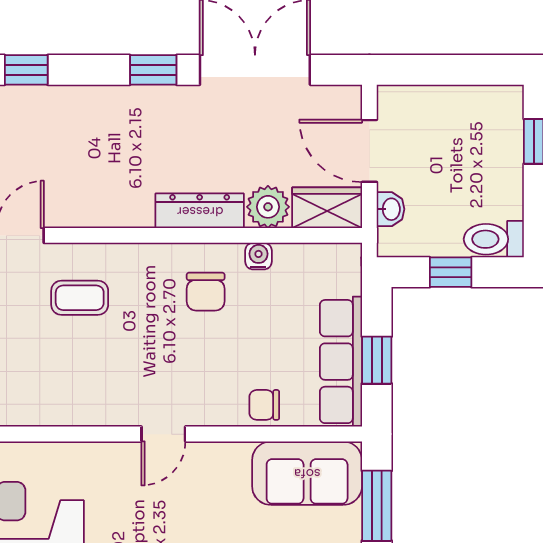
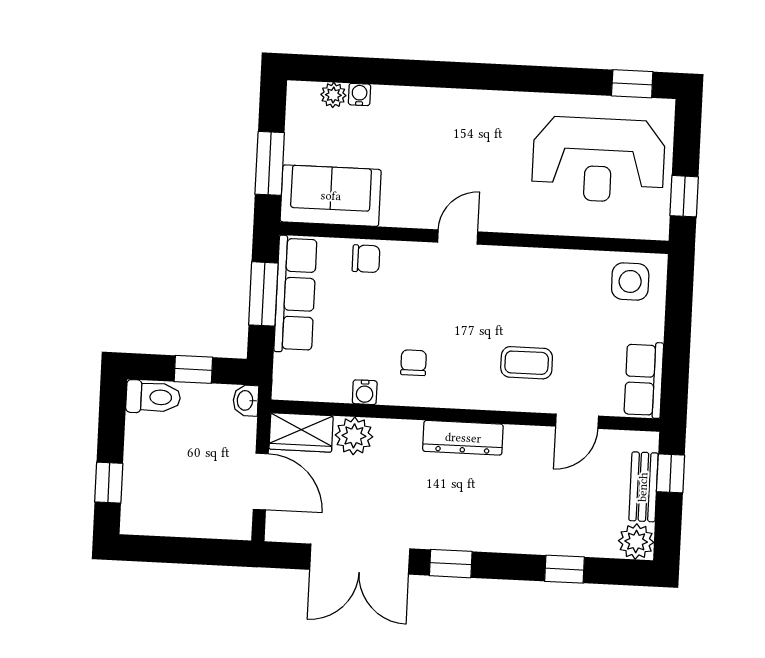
washbasin: (391, 209) -> (246, 400), moved
dresser: (200, 211) -> (463, 438), moved
chair: (206, 292) -> (414, 363), width x0.73, depth x0.73
window: (377, 360) -> (263, 294), width x1.50

